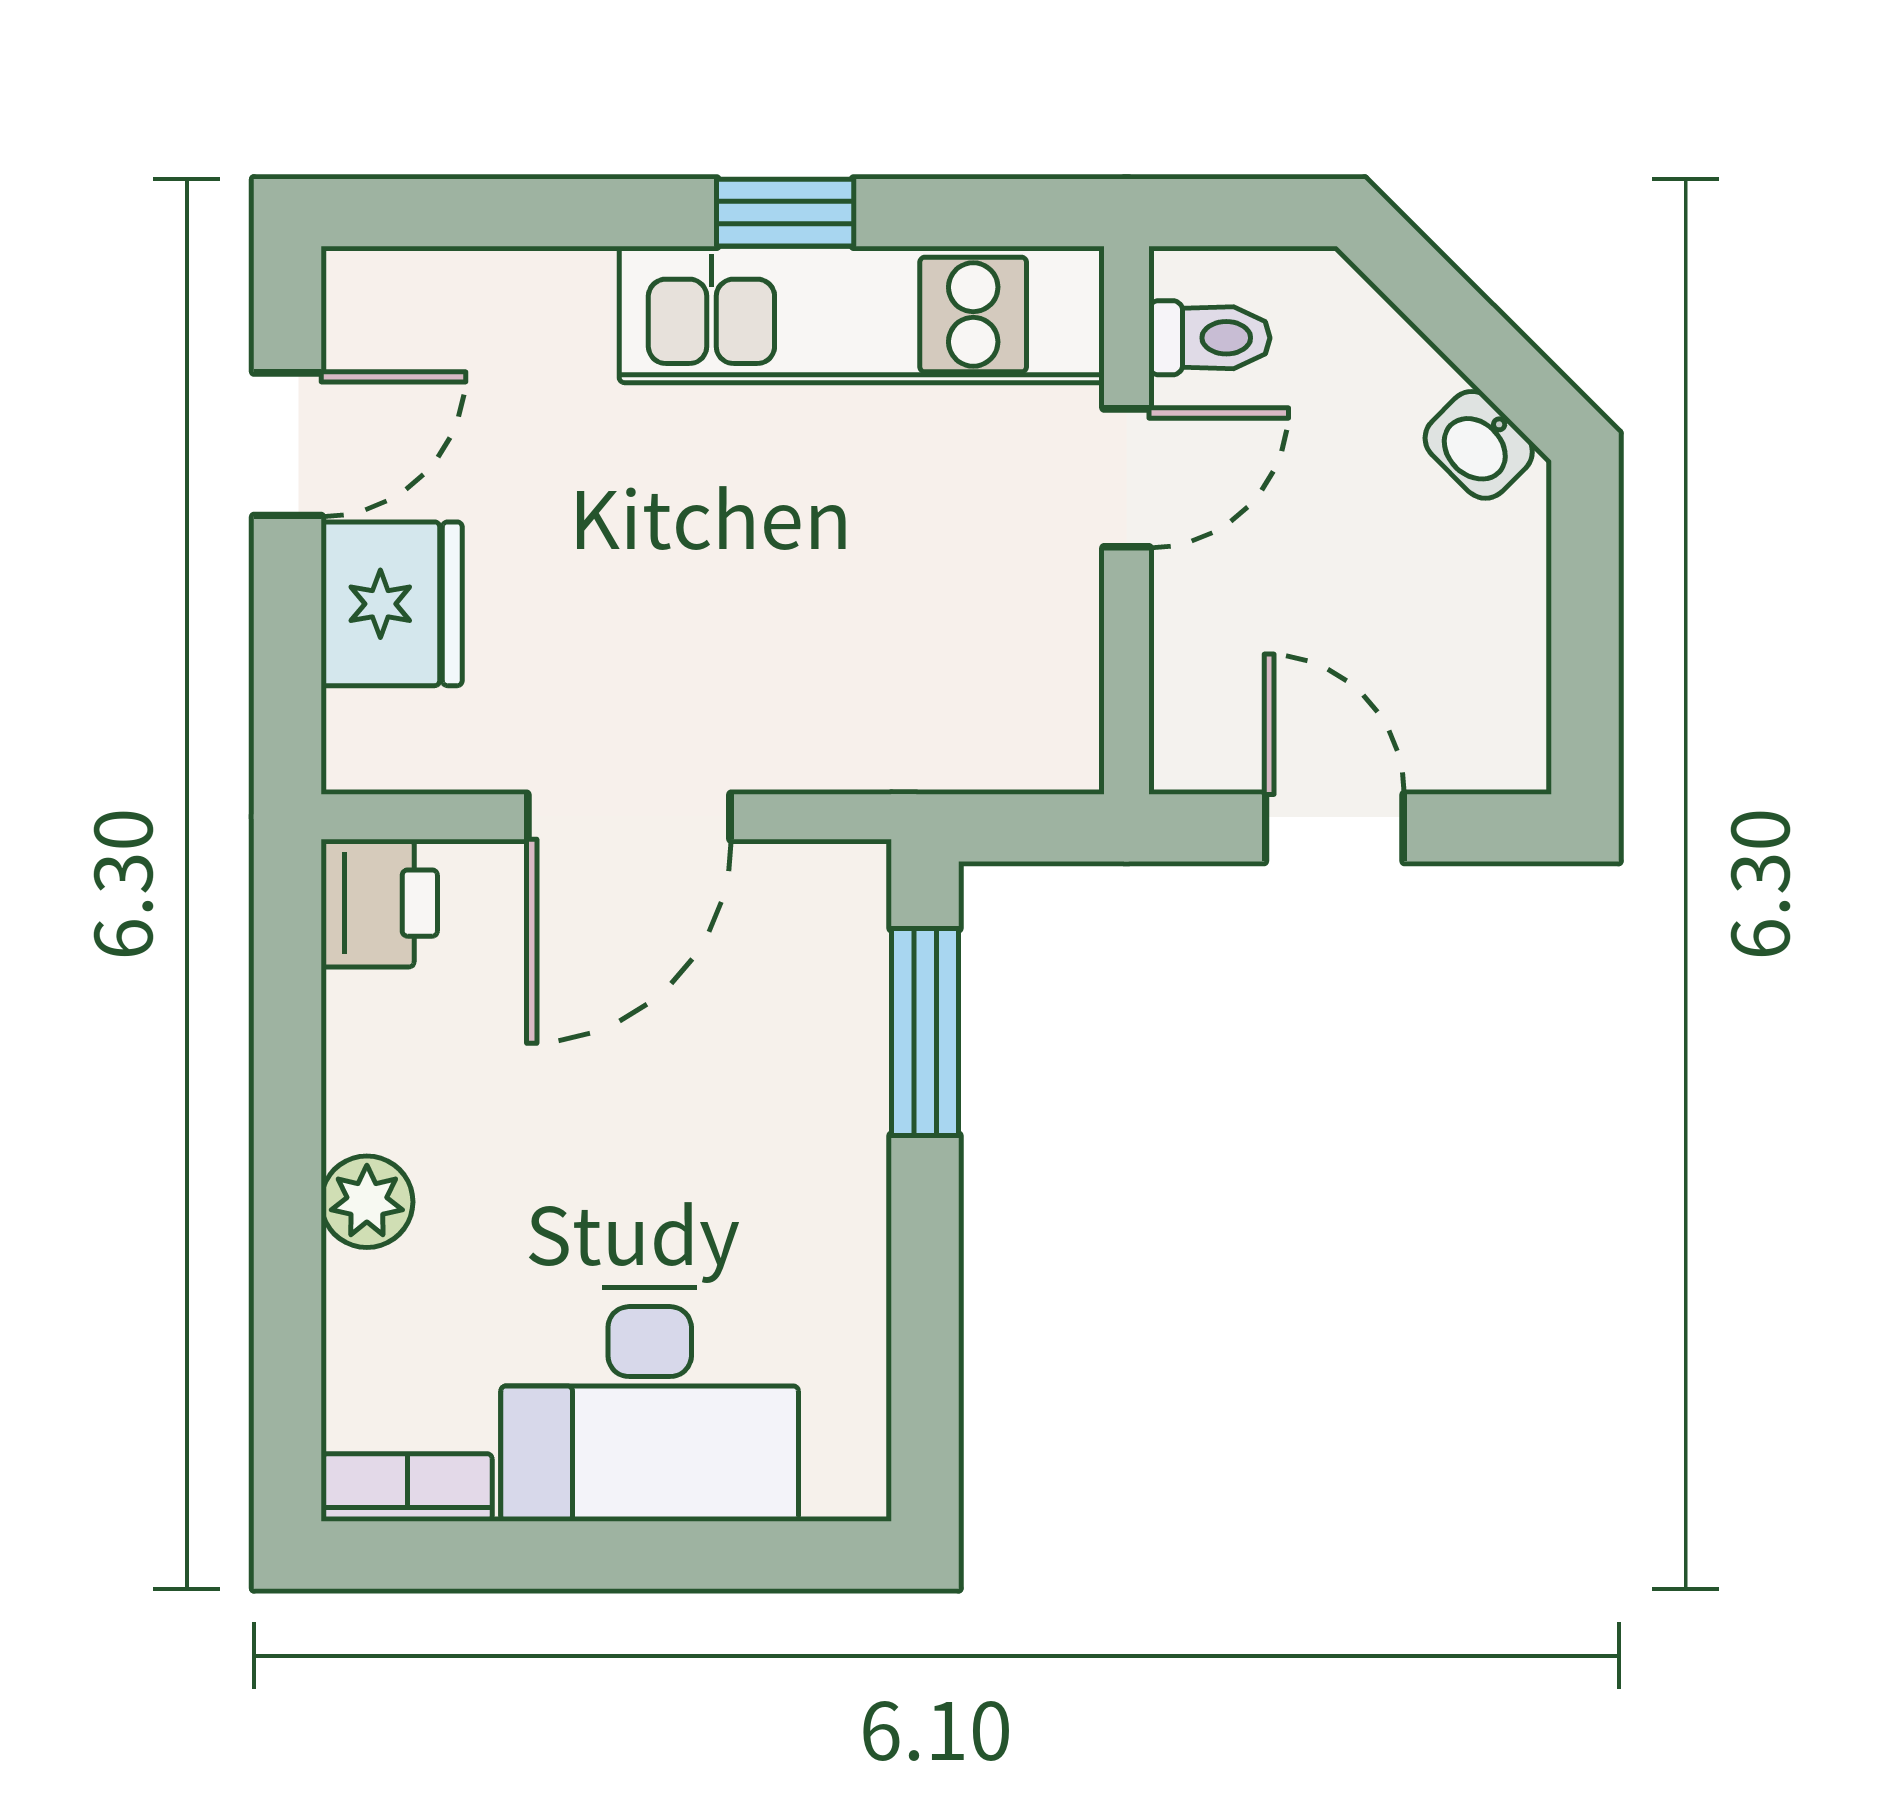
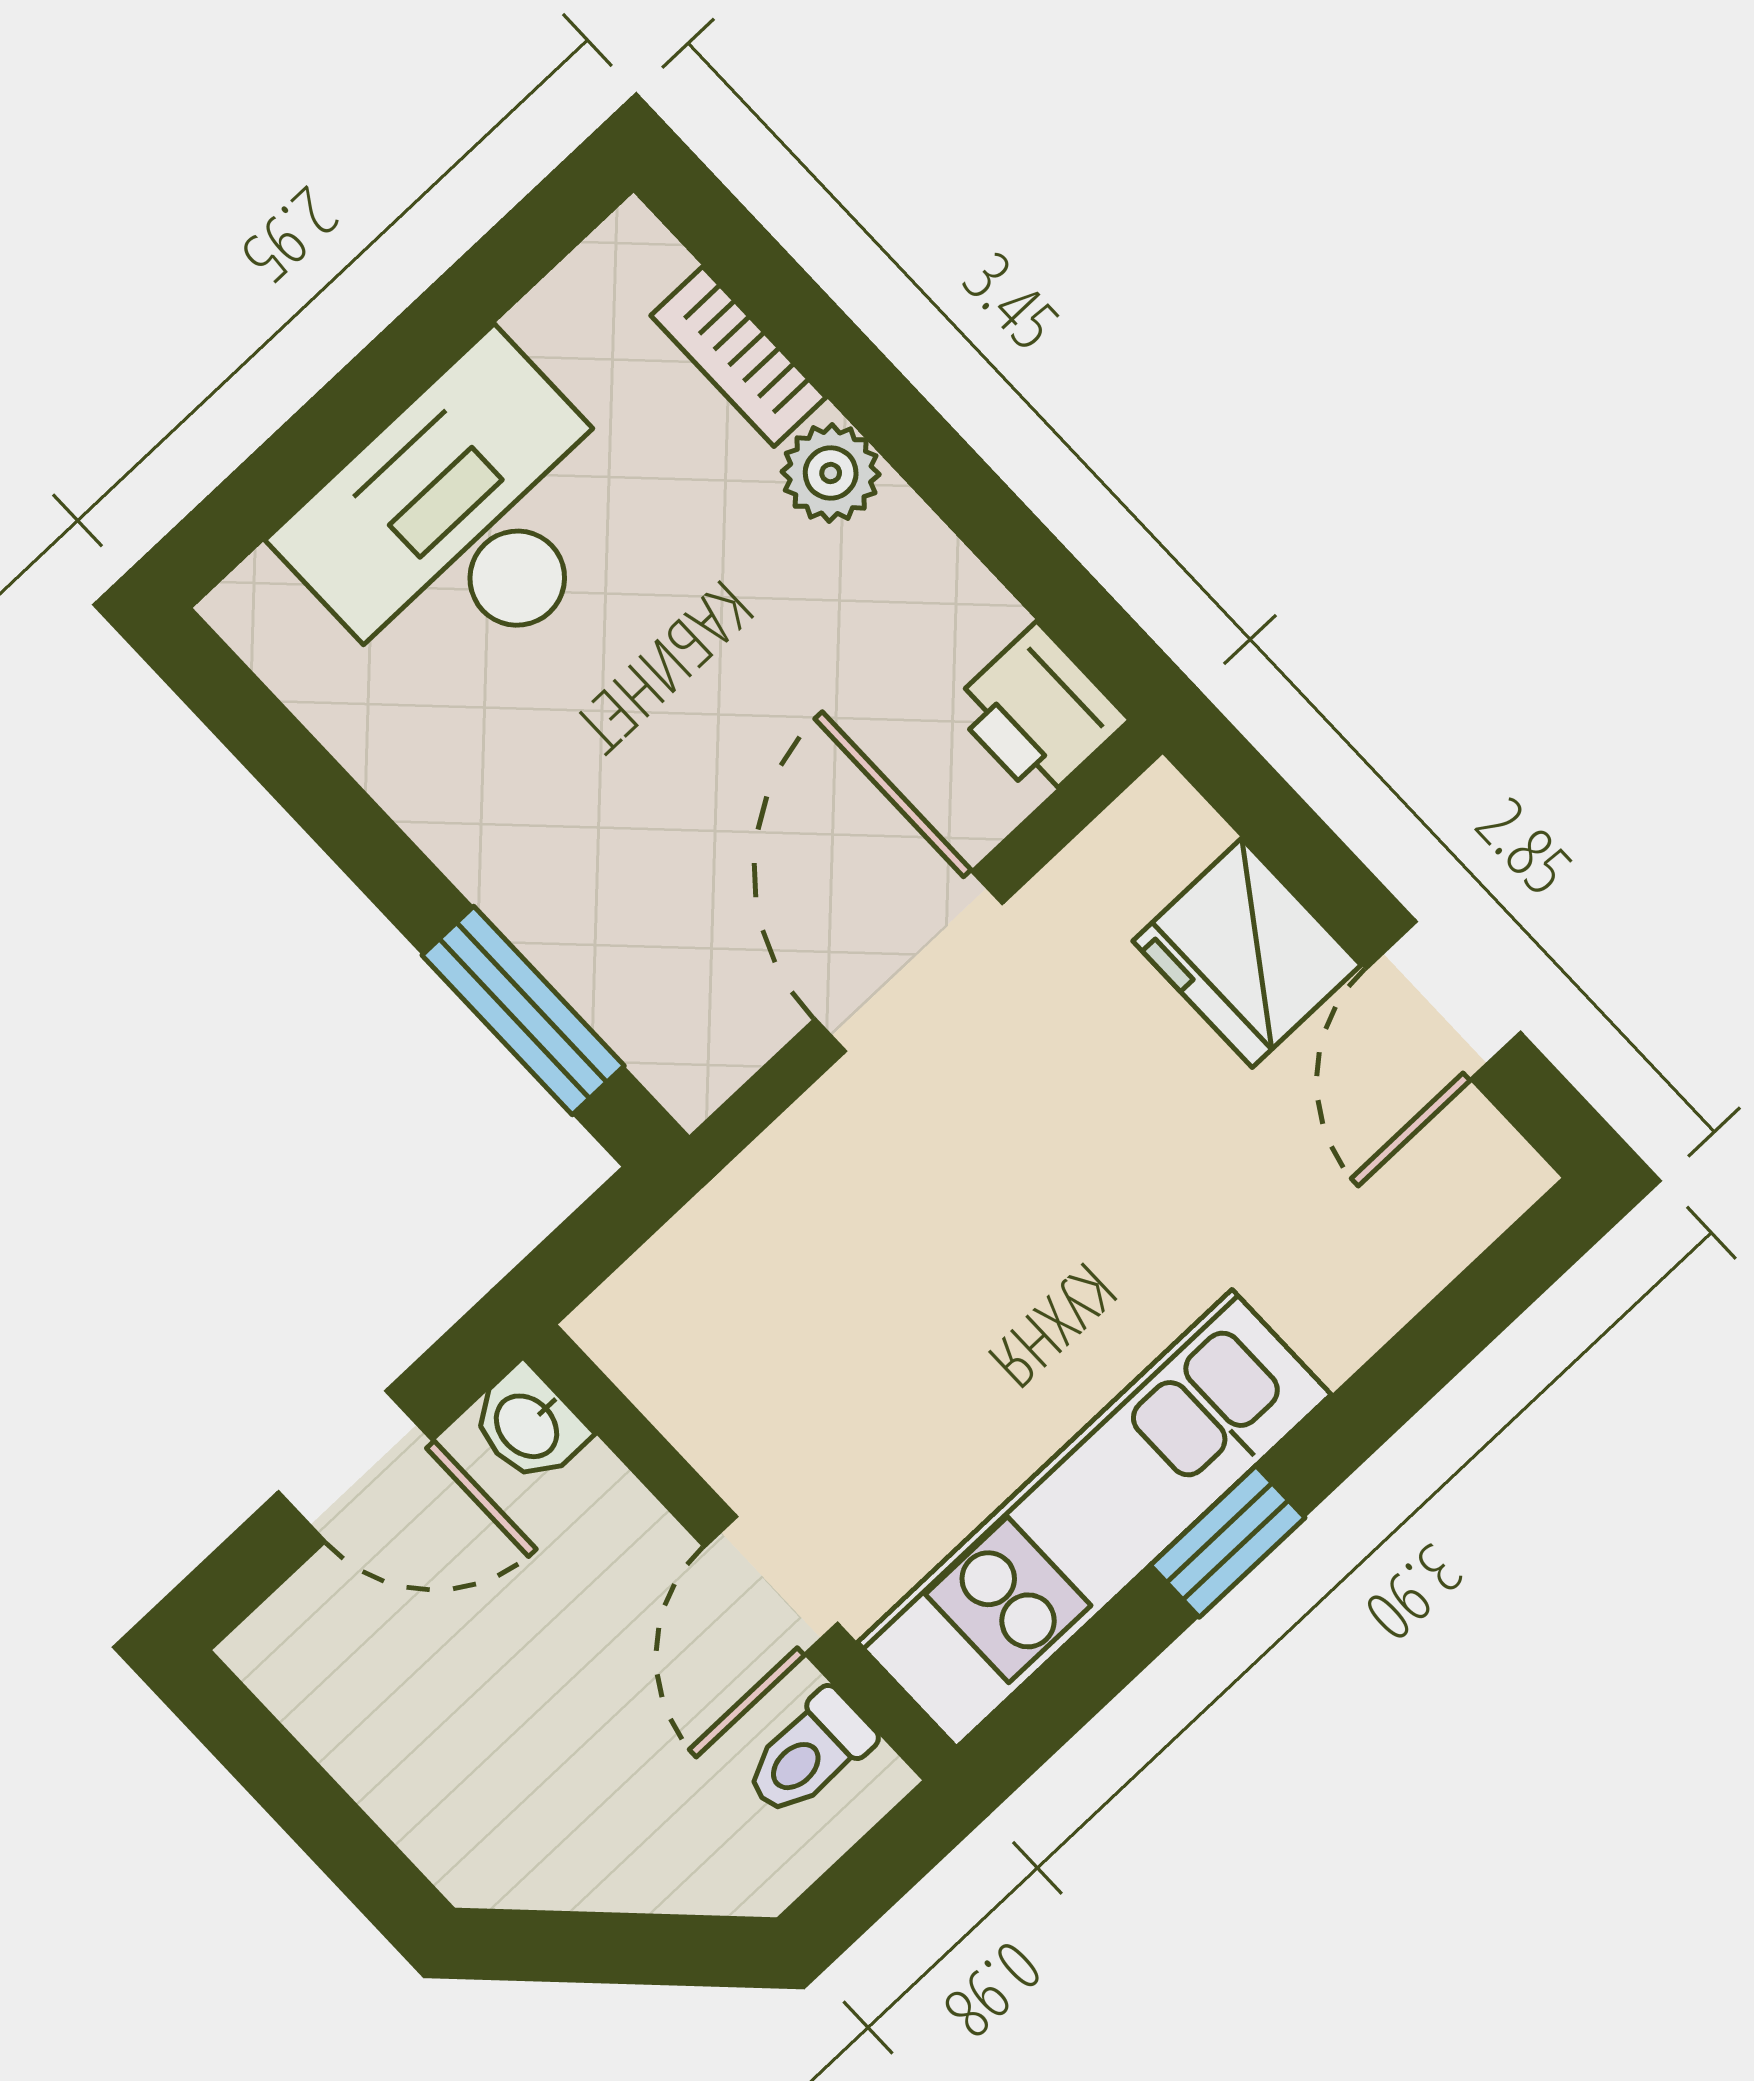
washbasin: (1479, 445) -> (528, 1425), moved, turned -135
bookcase: (407, 1488) -> (738, 356), moved, turned 90

